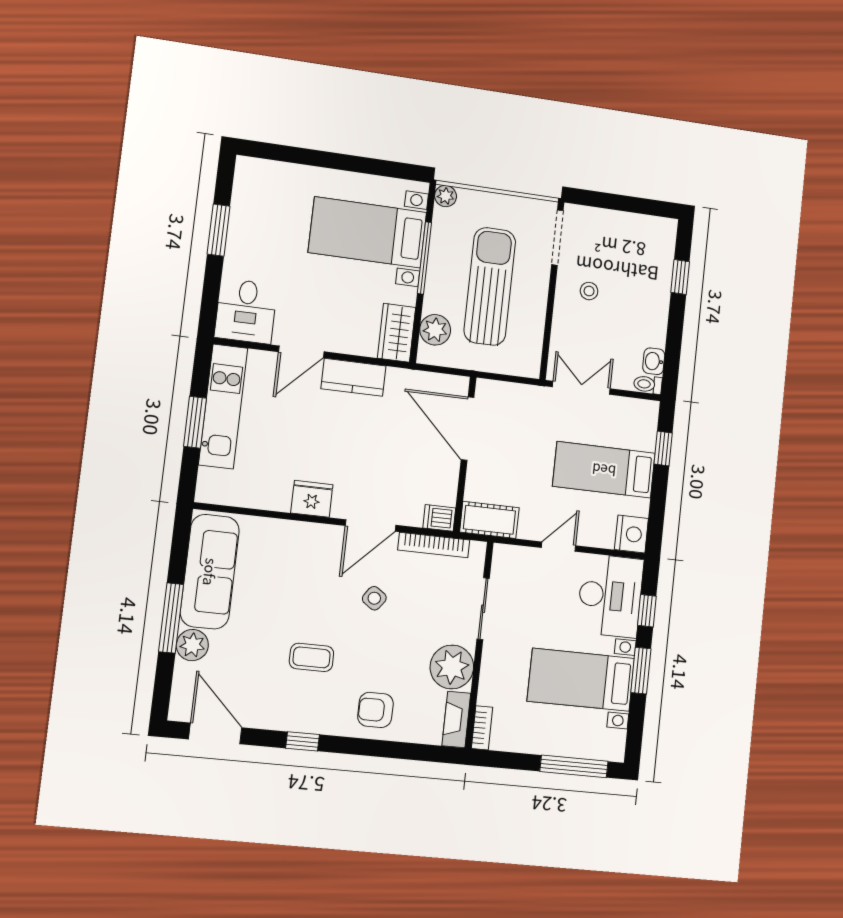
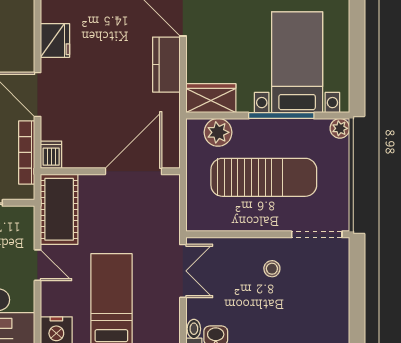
cot: (489, 520) -> (59, 209), width x1.37, depth x1.34

